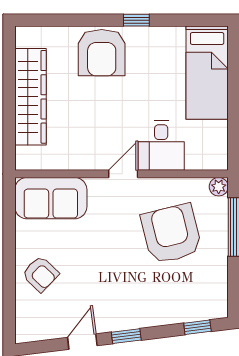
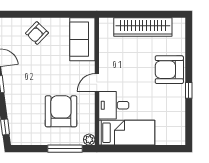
bed: (207, 73) -> (127, 133), moved, turned 180
door: (123, 174) -> (97, 83), swing flipped
armchair: (171, 234) -> (61, 111), turned -76

